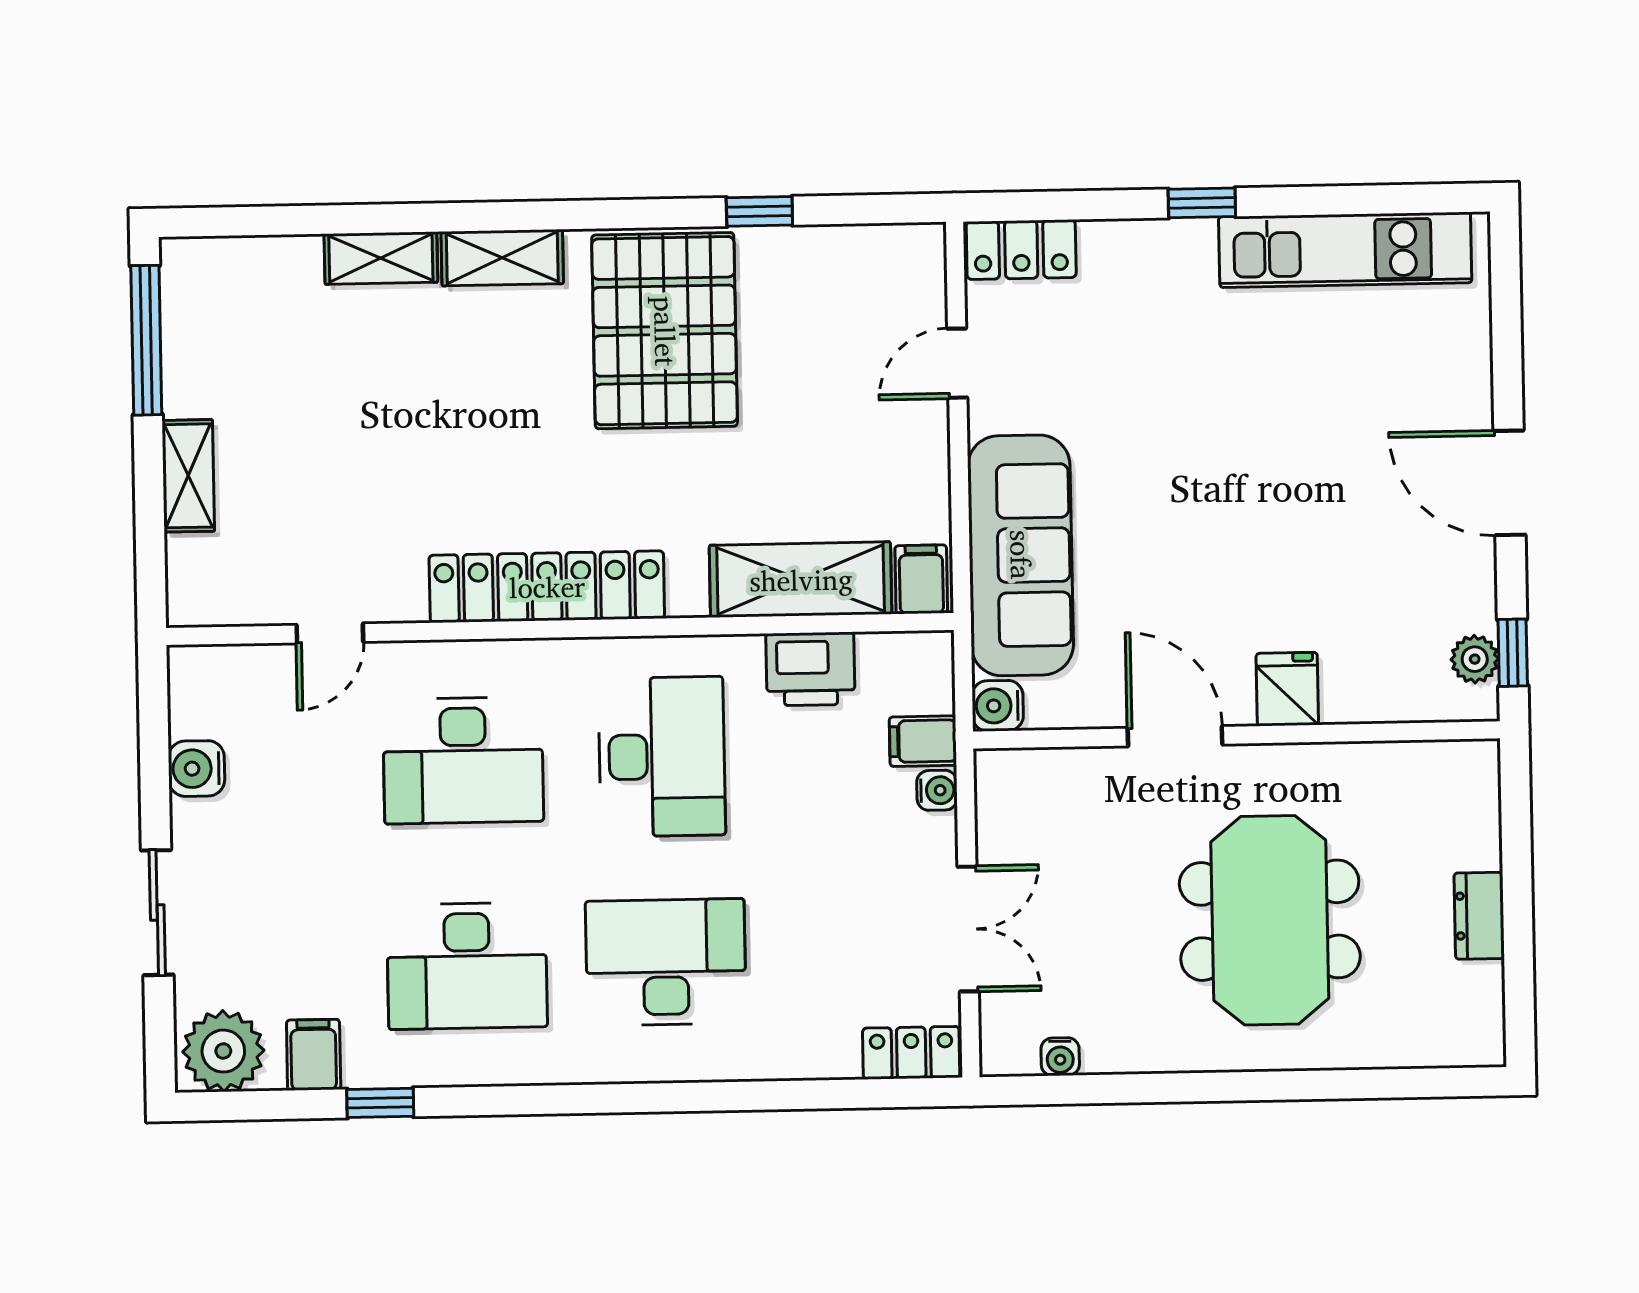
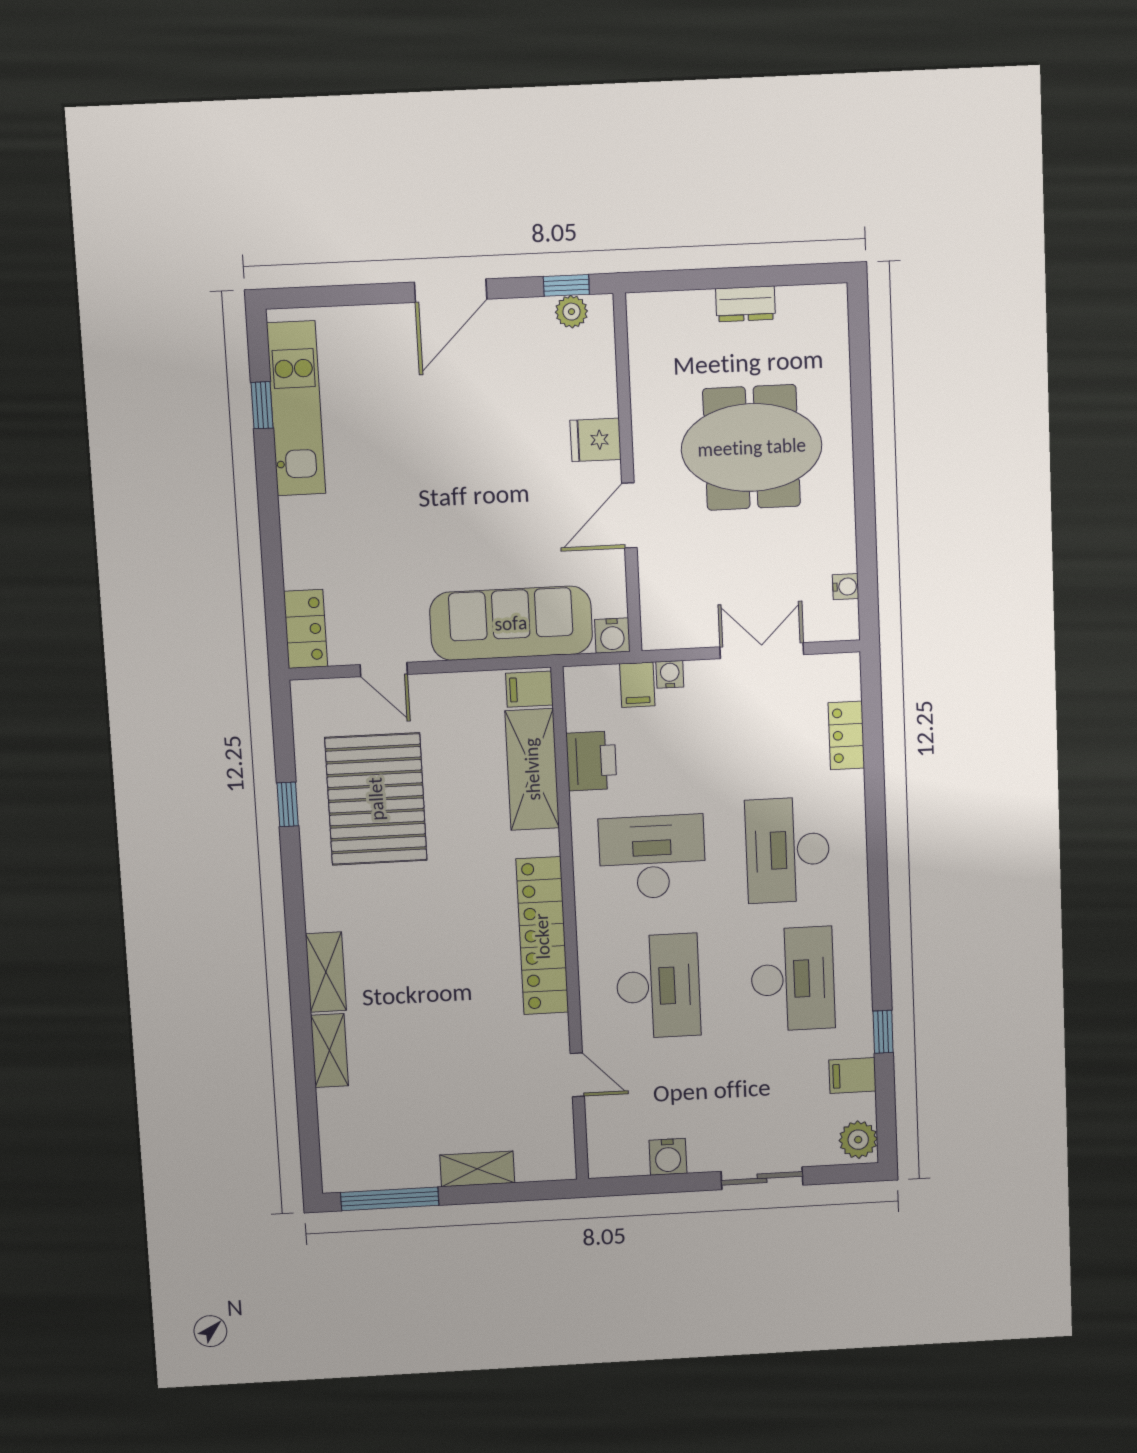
window: (1202, 203) -> (262, 405), moved
pallet: (665, 331) -> (376, 799), moved, turned 90
plant: (223, 1051) -> (858, 1140), width x0.73, depth x0.73
locker: (911, 1053) -> (846, 735), moved

